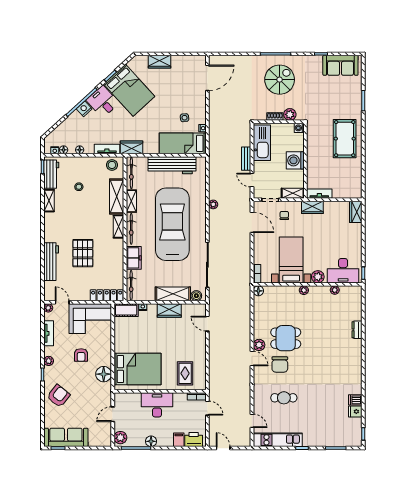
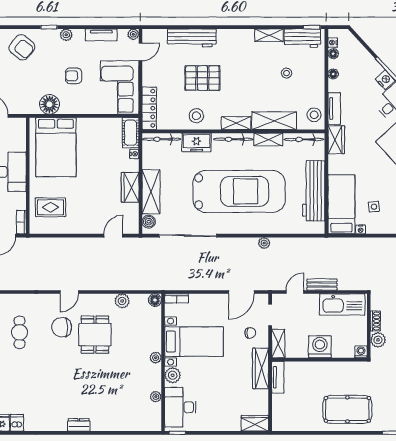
wardrobe: (312, 207) -> (261, 368), width x1.50
stool: (113, 258) -> (196, 116), added
dresser: (357, 330) -> (79, 425), moved
plant: (259, 345) -> (122, 301), moved

